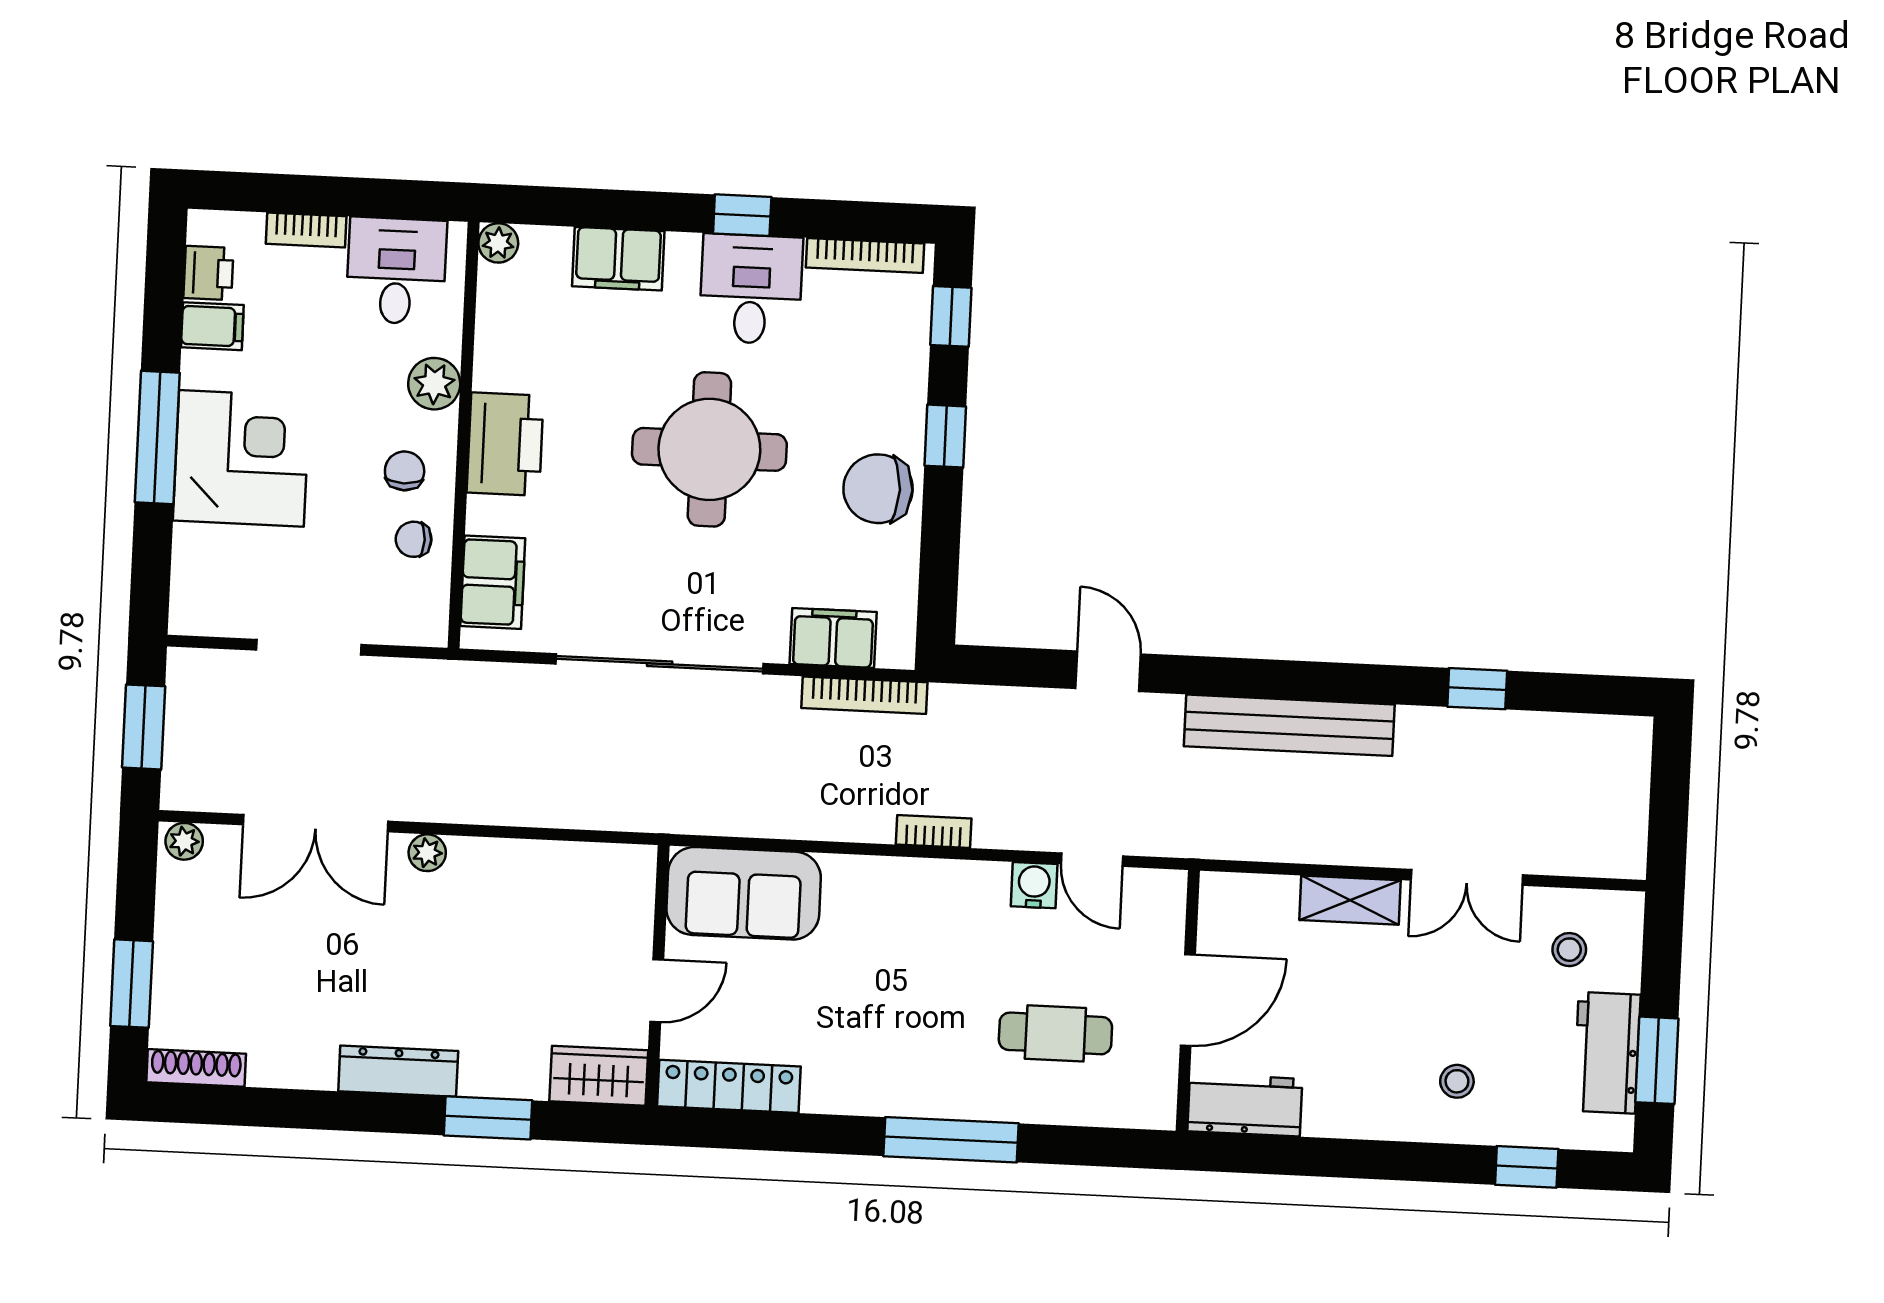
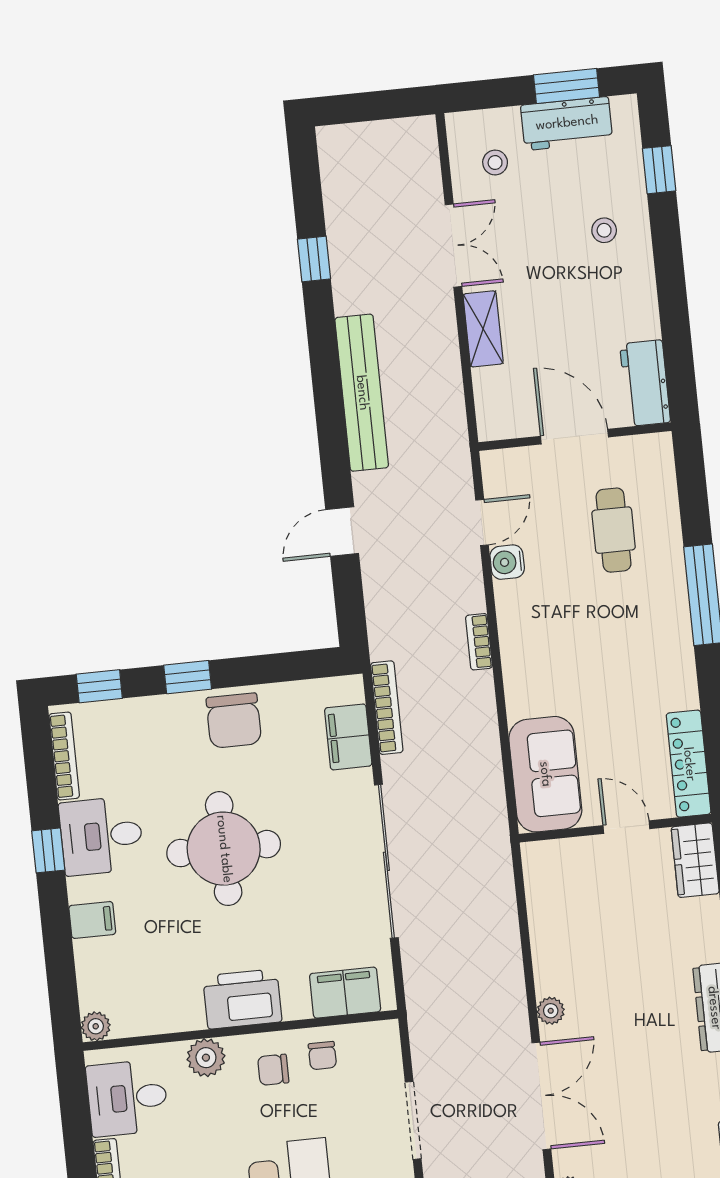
filing cabinet: (618, 259) -> (92, 920), width x0.50

